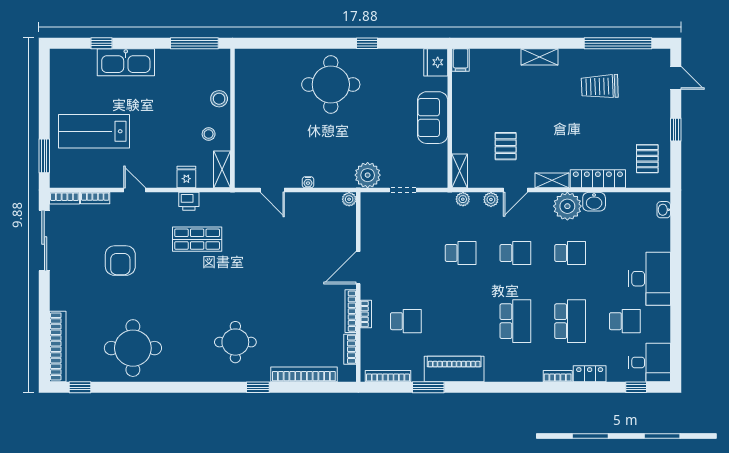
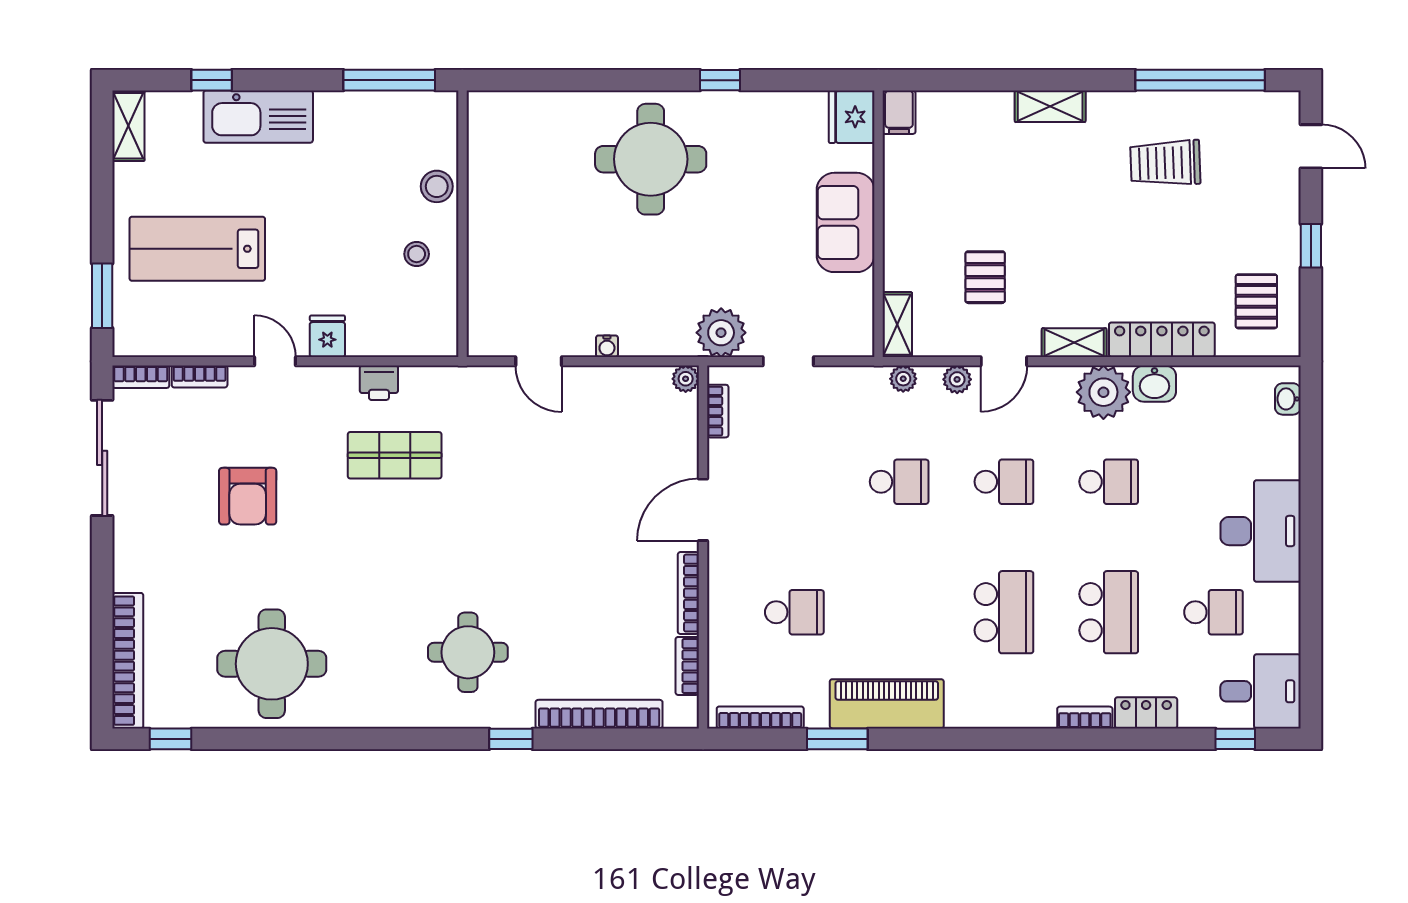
shelving: (222, 169) -> (128, 126), moved
fridge: (186, 177) -> (327, 336), moved
bookcase: (366, 314) -> (718, 411), moved

